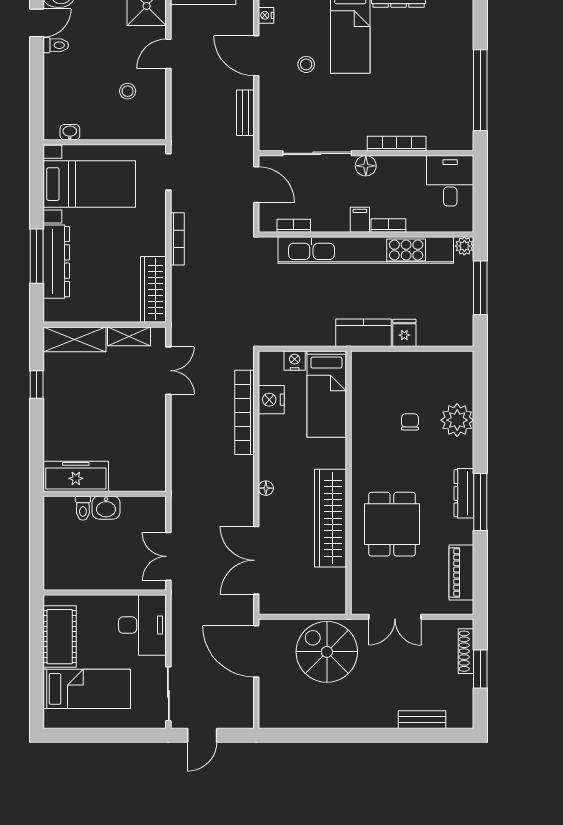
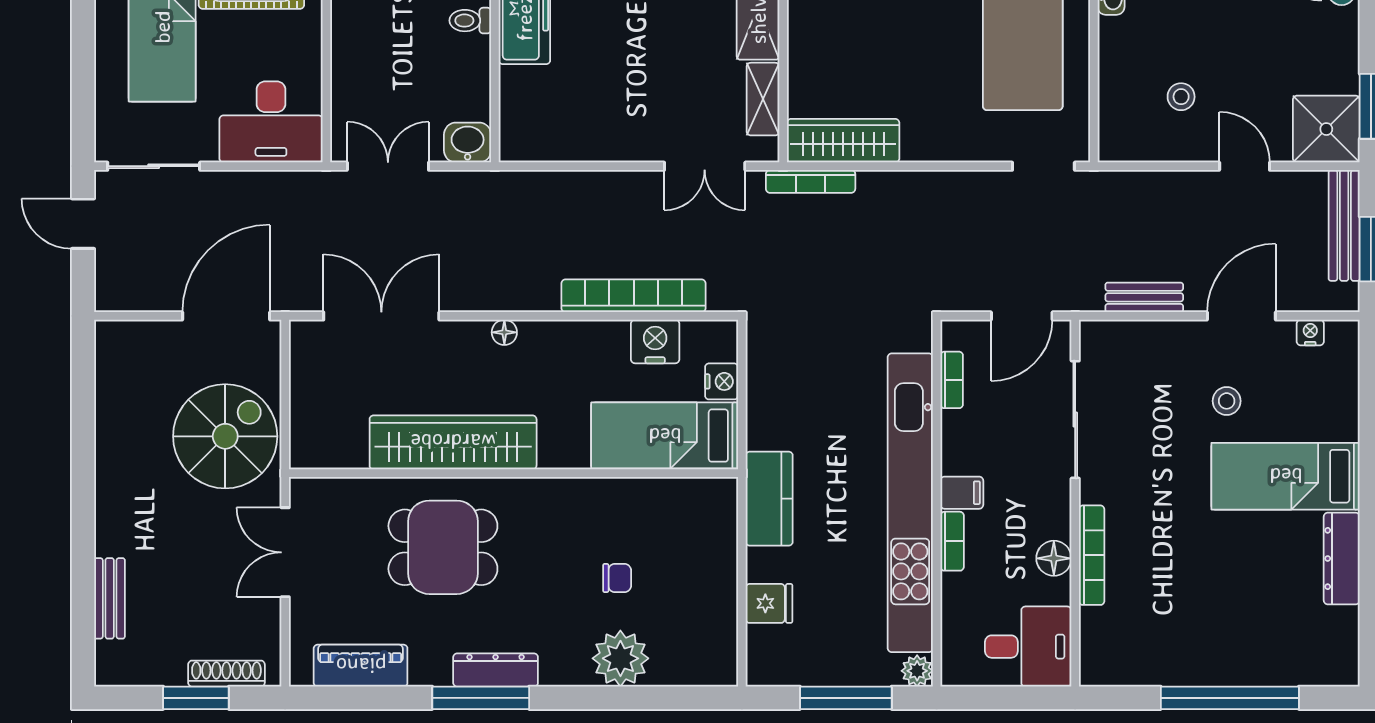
window: (480, 90) -> (1230, 698), moved
floor lamp: (366, 166) -> (1054, 558), moved
bookcase: (177, 239) -> (811, 181), moved
fridge: (404, 333) -> (769, 603), moved
washbasin: (106, 508) -> (468, 143), moved, turned 90

